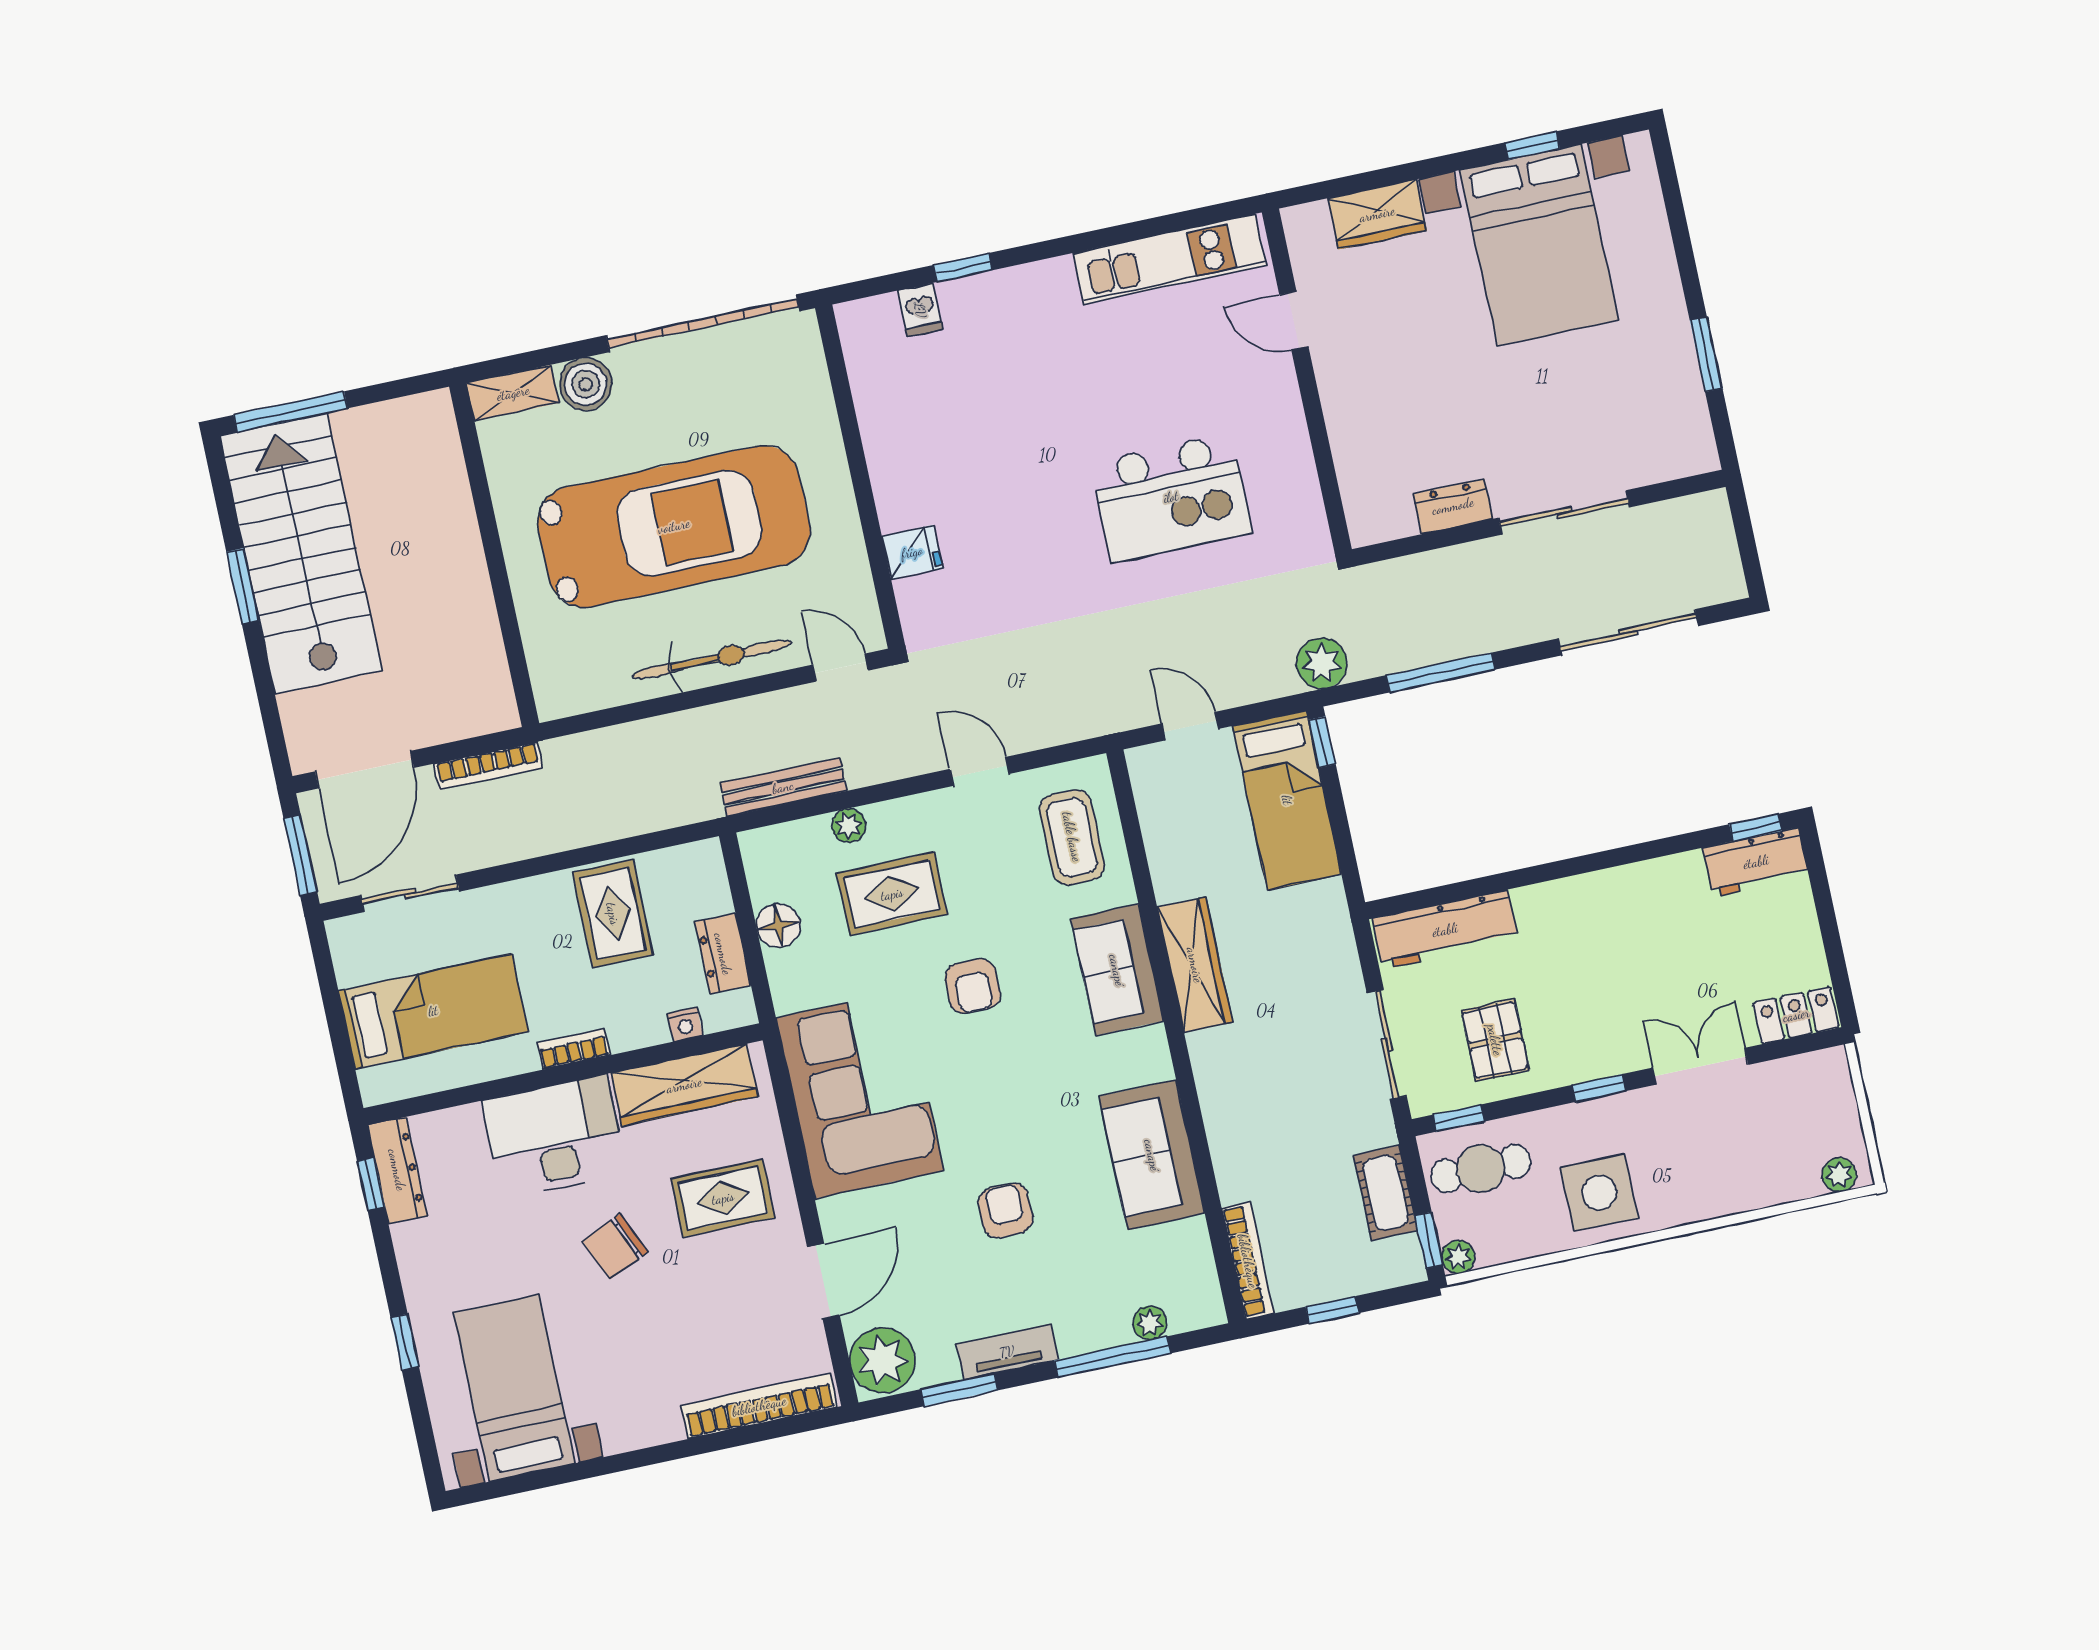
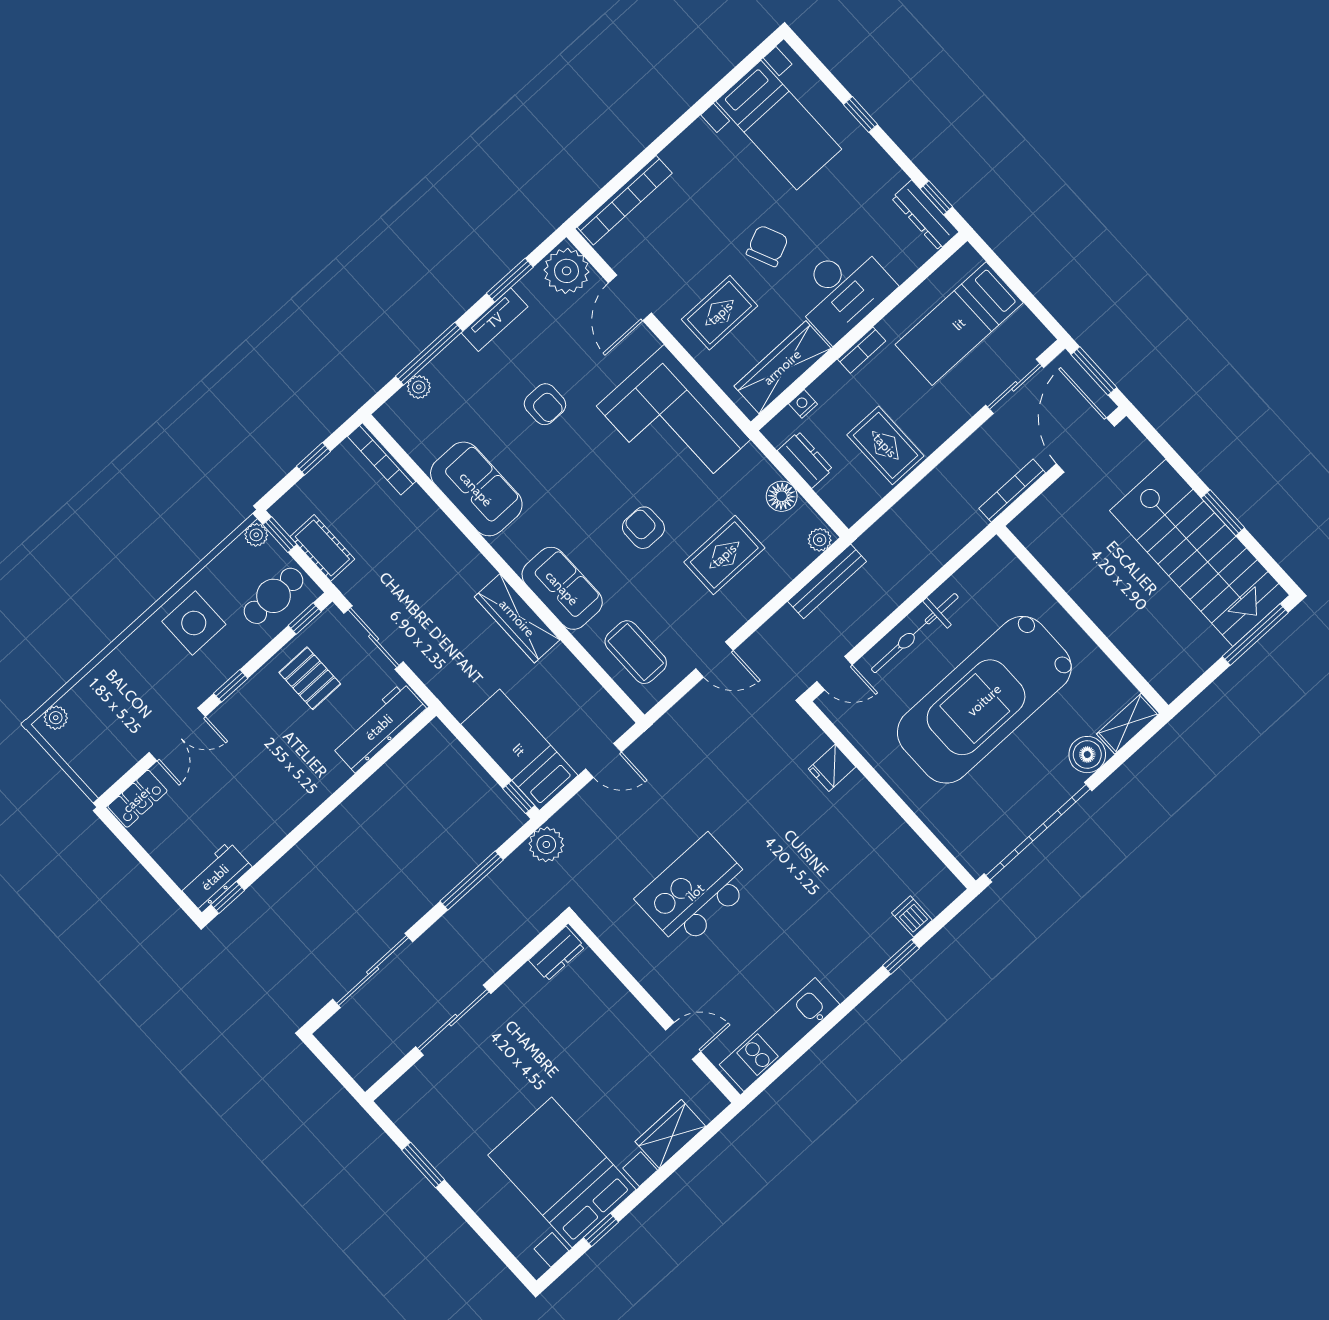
dresser: (1453, 506) -> (557, 953), moved
plant: (849, 825) -> (820, 540), moved

